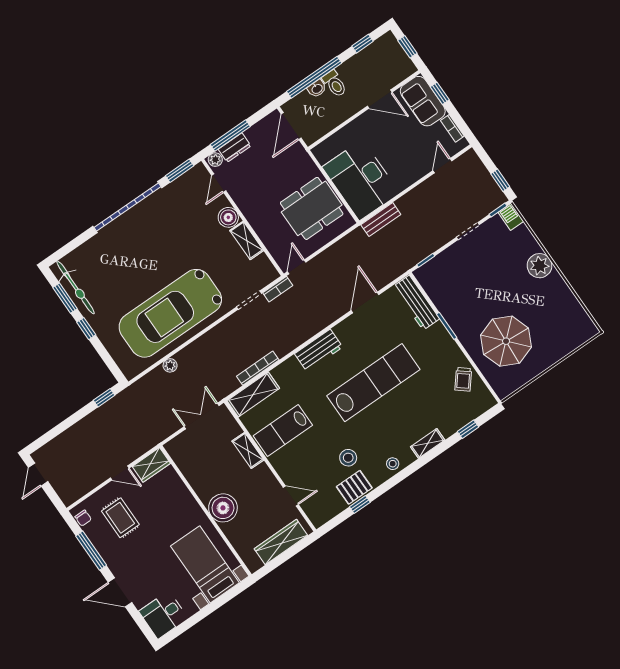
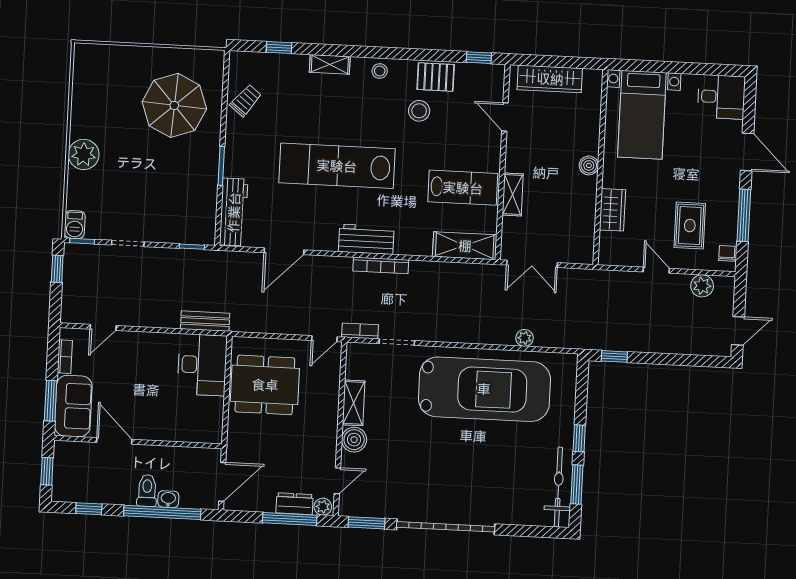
window: (440, 93) -> (51, 401), width x1.50
desk: (361, 180) -> (202, 365), width x0.73, depth x0.77
bookcase: (258, 368) -> (381, 265), moved
wardrobe: (151, 465) -> (612, 210), moved, turned 90
plant: (83, 485) -> (702, 286), added
window: (360, 504) -> (479, 58), moved
boiler: (223, 508) -> (589, 165), width x0.54, depth x0.54

